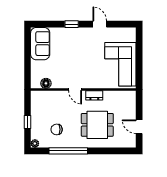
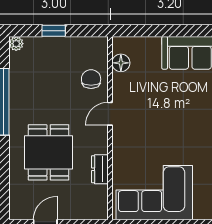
dresser: (94, 95) -> (100, 169), moved
chair: (57, 129) -> (91, 79), moved

